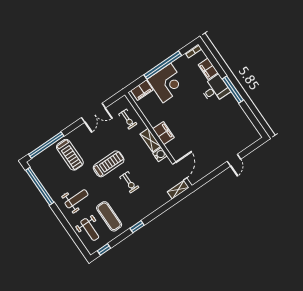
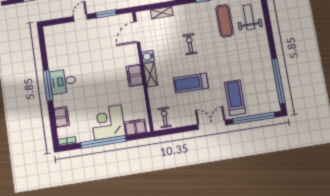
desk: (215, 89) -> (63, 81), moved
double door: (93, 113) -> (212, 125), moved
exercise bike: (128, 119) -> (165, 117), moved
treadmill: (109, 164) -> (191, 83), moved
window: (214, 174) -> (106, 14), added
shelving: (178, 190) -> (162, 13), moved
weight bench: (76, 199) -> (248, 52), removed

